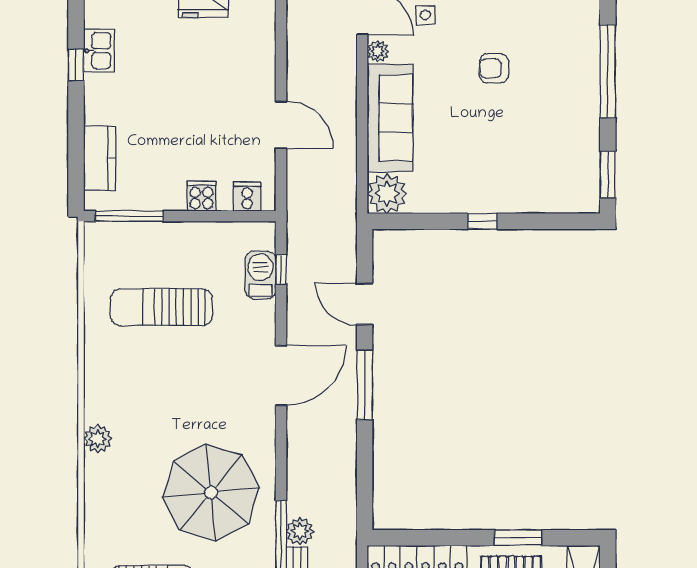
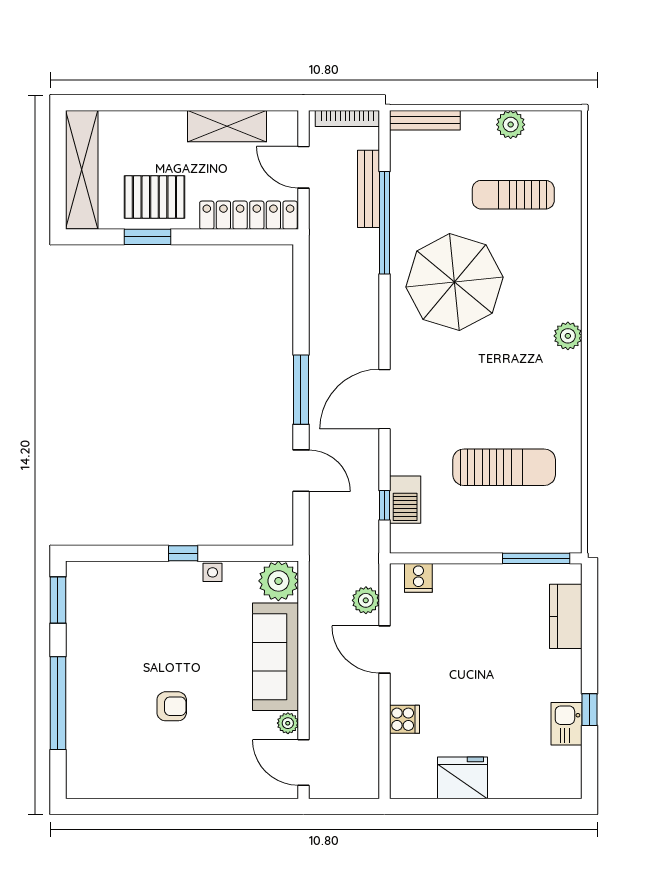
side table: (425, 15) -> (213, 572), moved
cooker: (202, 196) -> (404, 719), moved, turned -90
plant: (300, 531) -> (366, 600), moved

